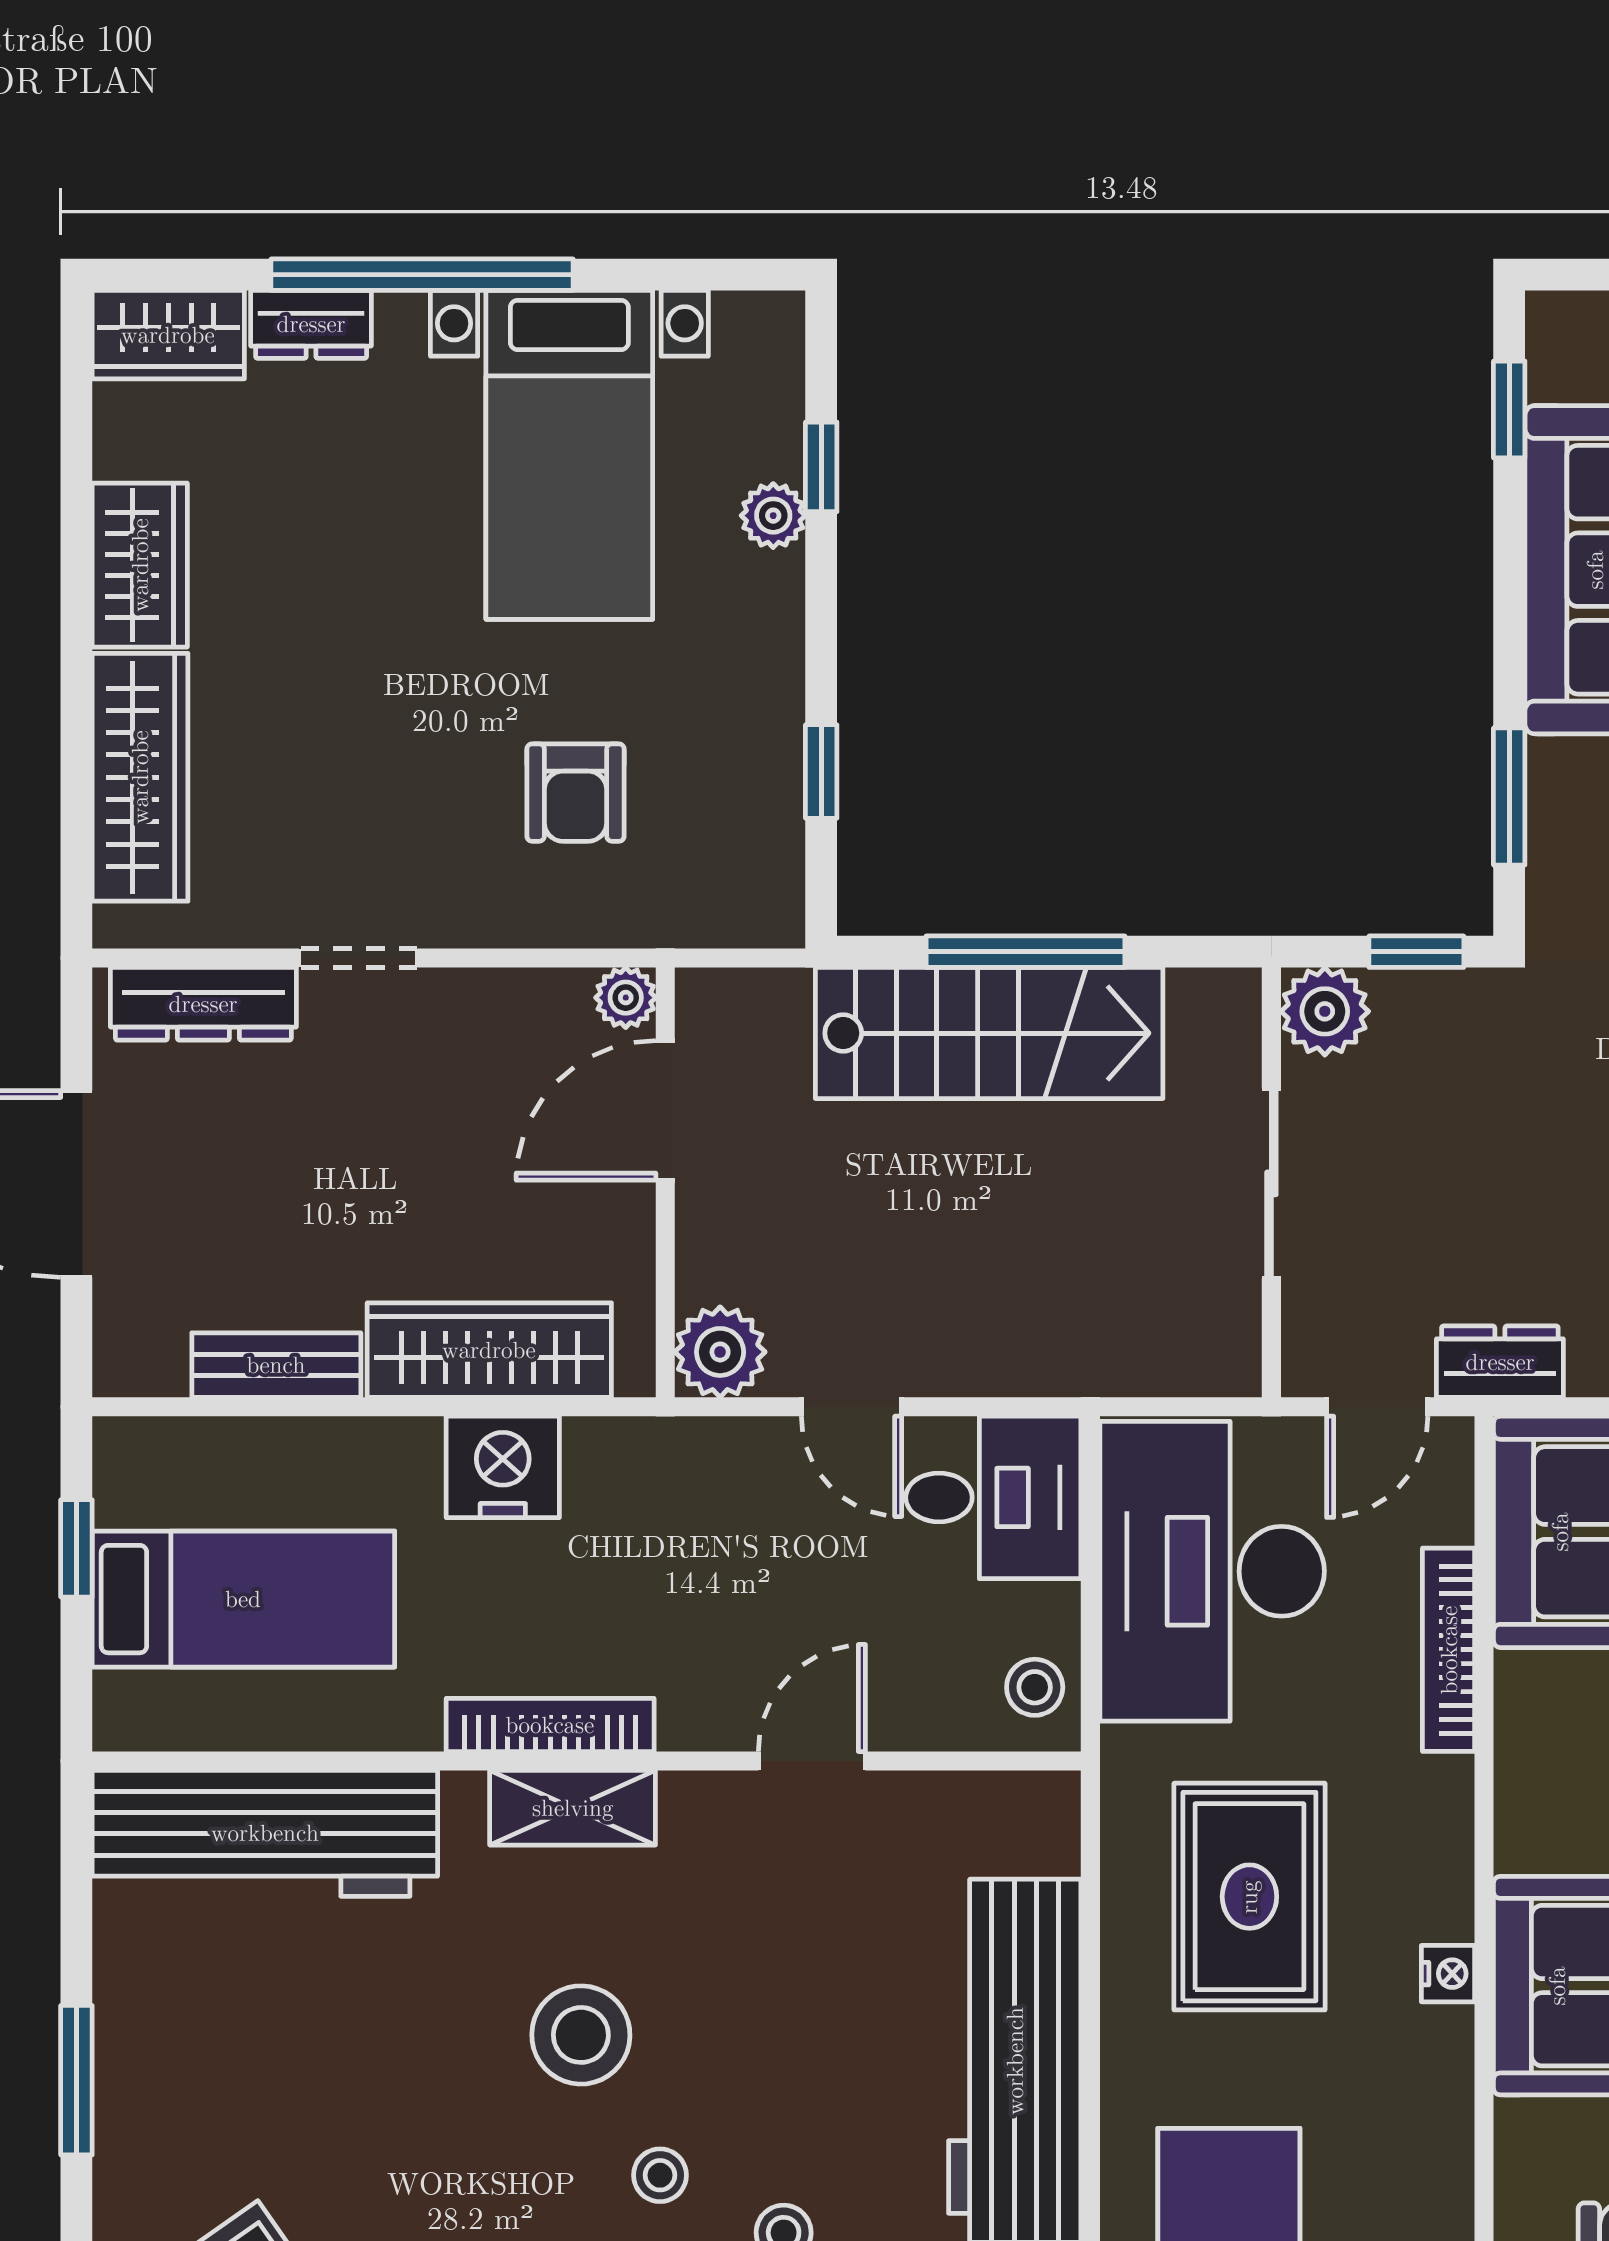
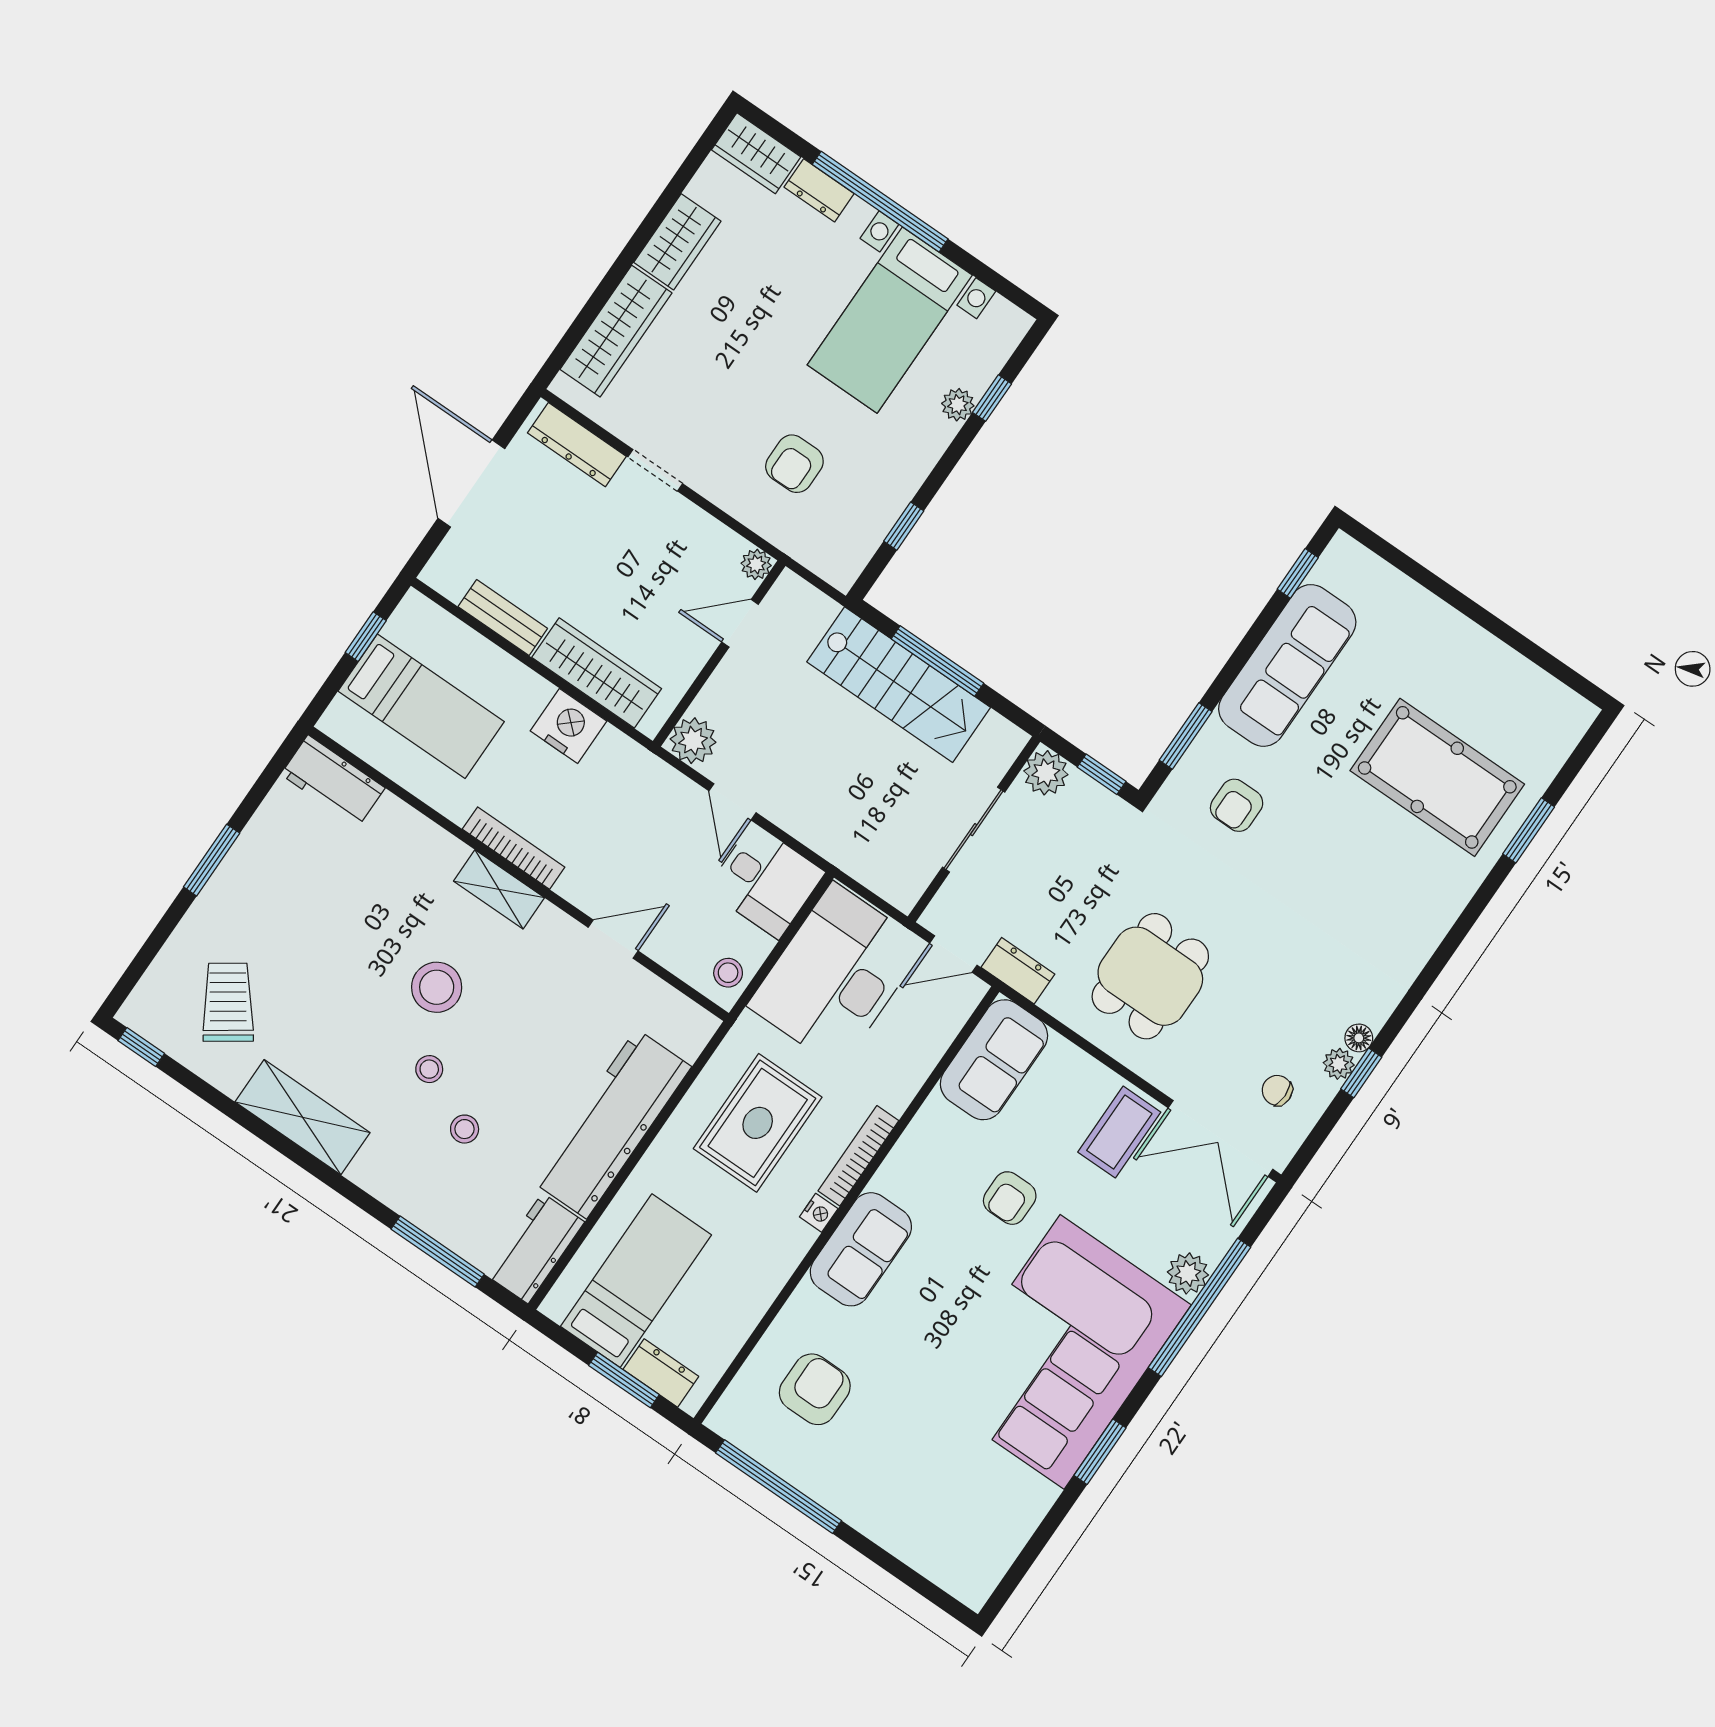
door: (665, 1110) -> (740, 623), width x0.73
bookcase: (1449, 1650) -> (858, 1156), moved
workbench: (265, 1833) -> (333, 781), width x0.53, depth x0.76

